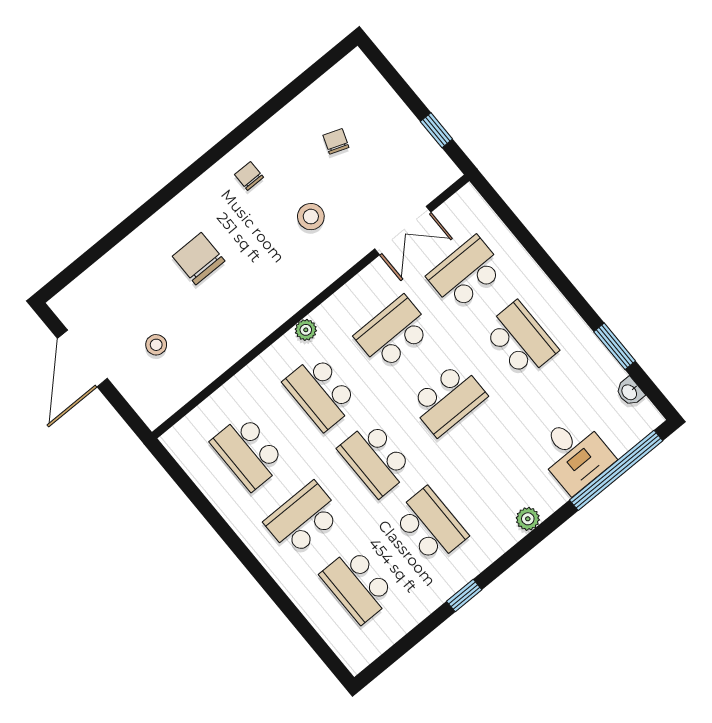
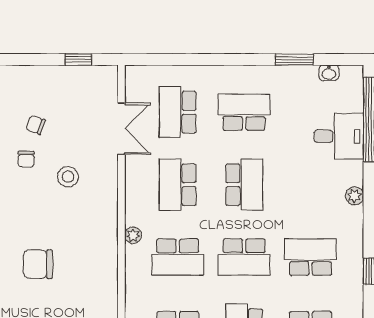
chair: (249, 176) -> (26, 159), moved, turned -90

